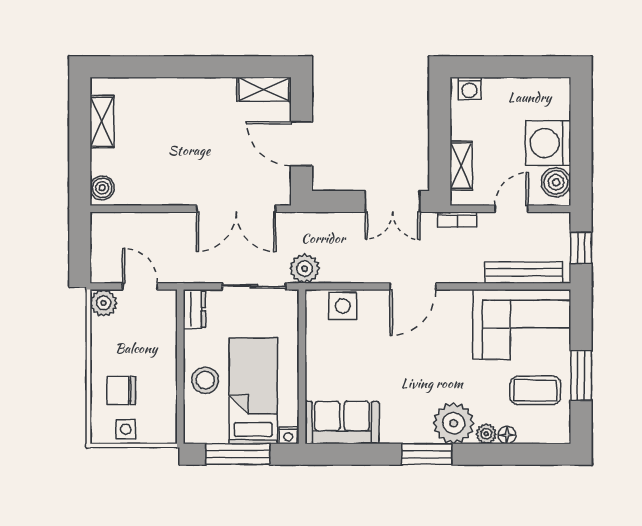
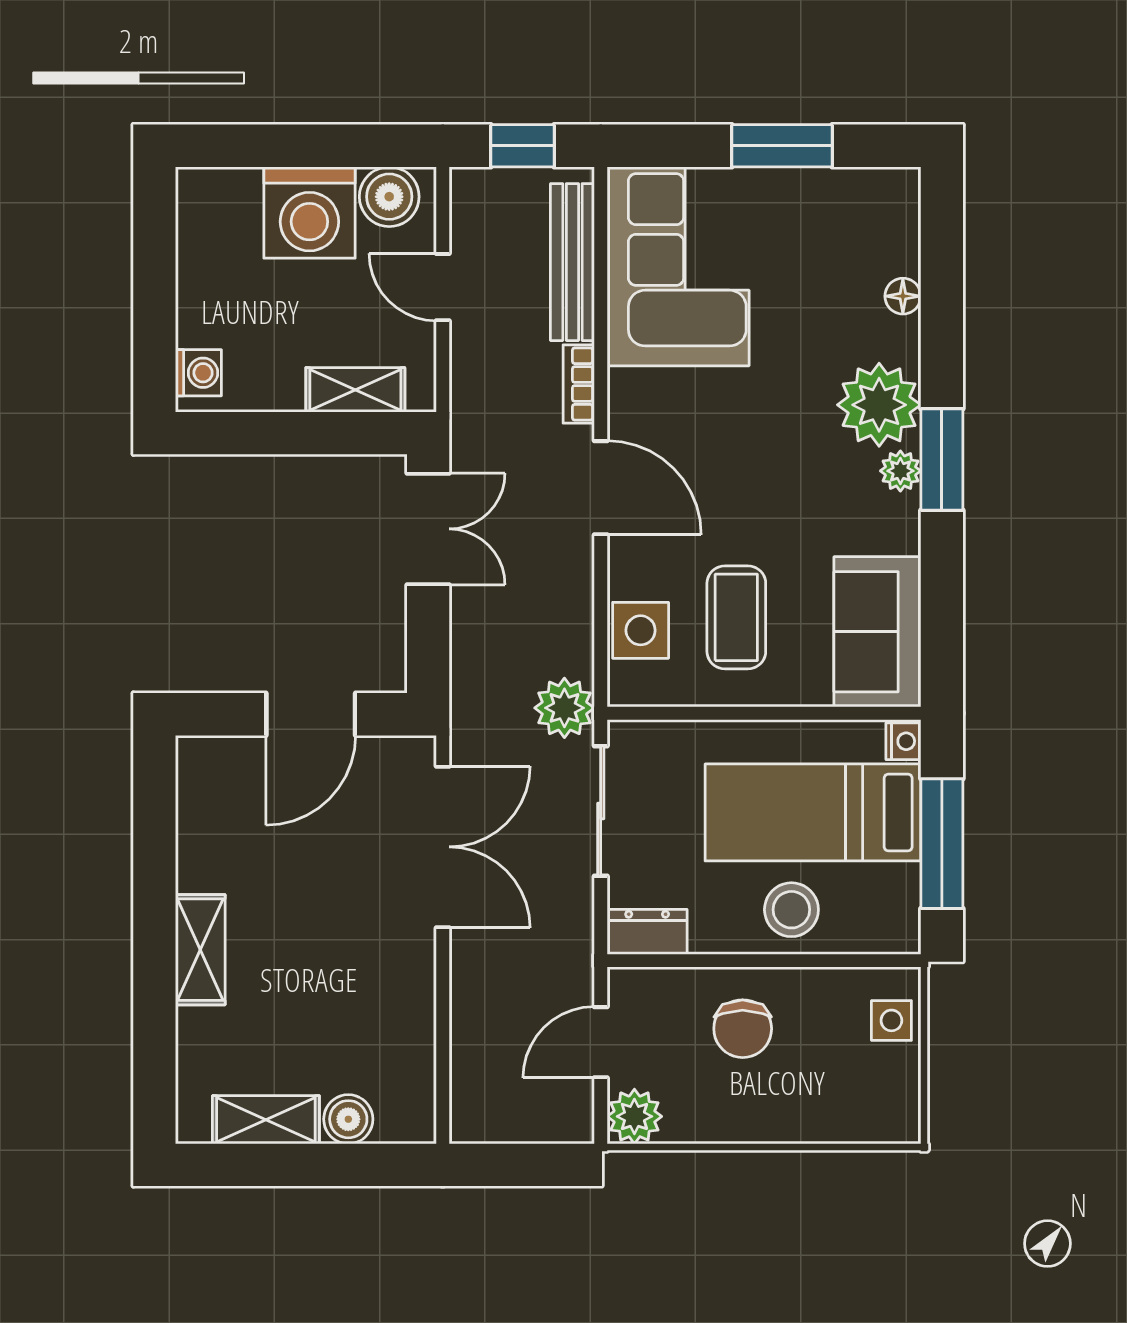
shelving: (264, 89) -> (200, 950), moved
boiler: (102, 188) -> (348, 1119), moved
bookcase: (457, 220) -> (579, 384), moved, turned 180
coffee table: (535, 390) -> (736, 617), moved
chair: (121, 391) -> (743, 1029), moved
side table: (126, 429) -> (891, 1020), moved
plant: (486, 434) -> (900, 471), moved

